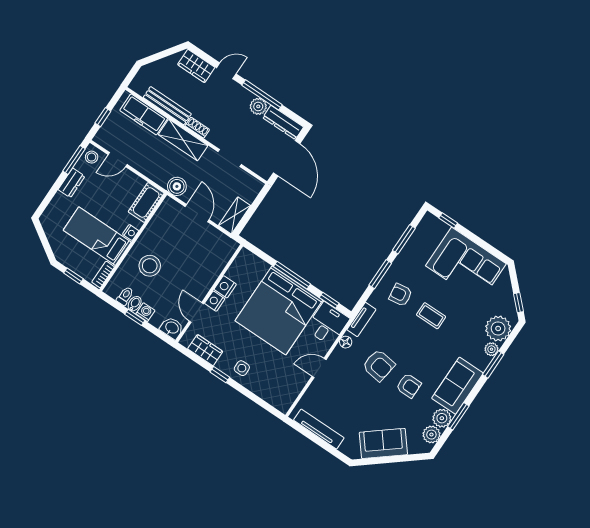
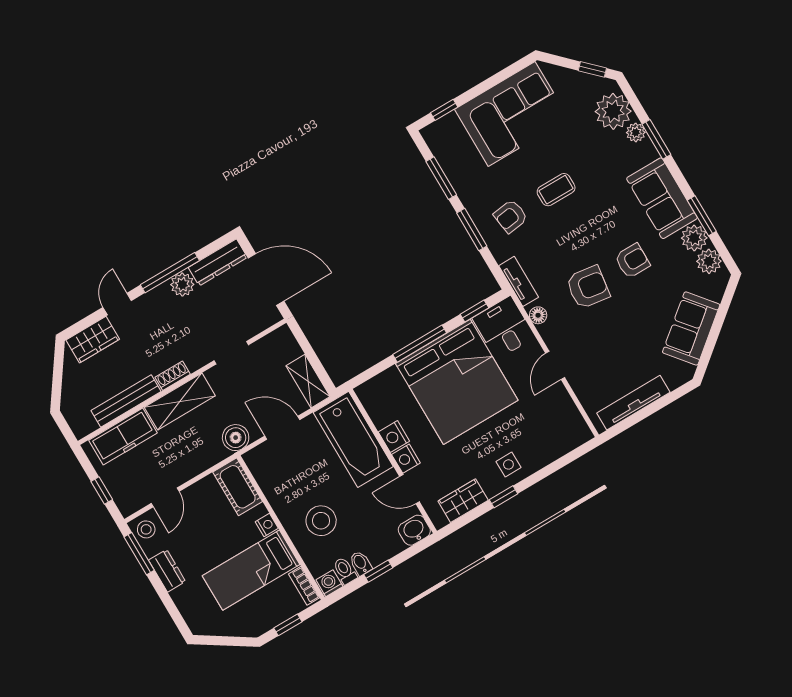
bathtub: (211, 262) -> (353, 439), added
washing machine: (145, 312) -> (329, 583), moved

